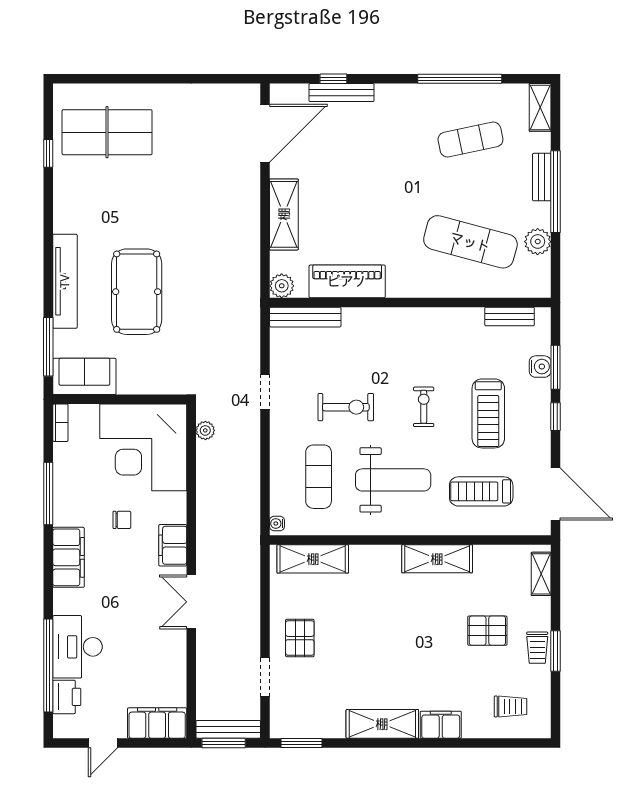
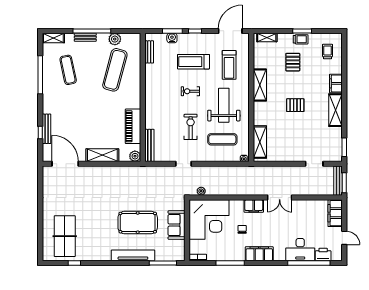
sofa: (84, 376) -> (177, 225), moved
treadmill: (488, 413) -> (193, 62), turned 180
pallet: (300, 638) -> (295, 105), moved

